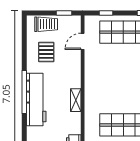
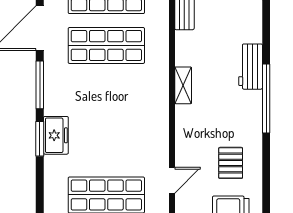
workbench: (36, 100) -> (251, 67), width x0.53, depth x0.76

